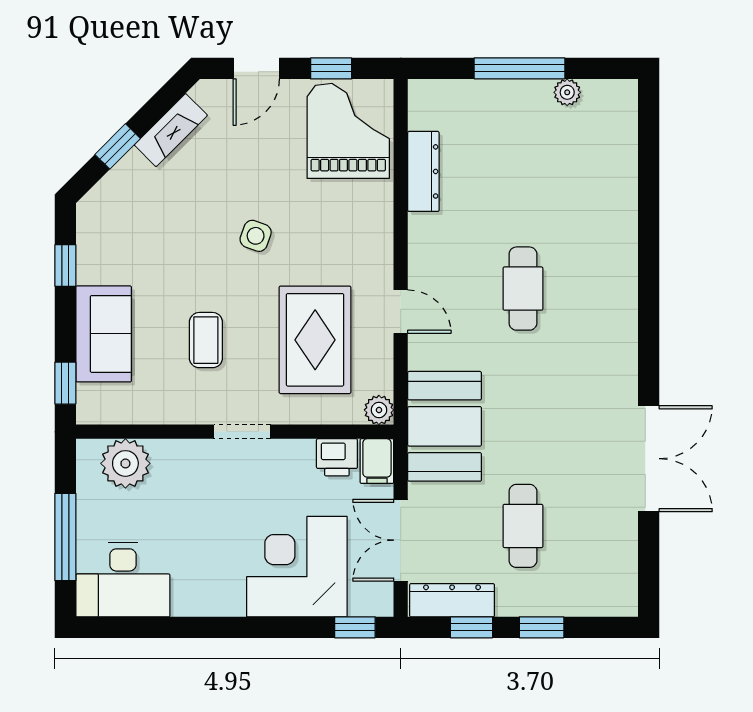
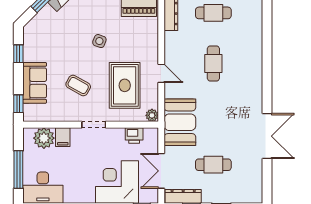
cafe table: (523, 170) -> (213, 13), added
coffee table: (206, 340) -> (78, 85), turned -61
filing cabinet: (377, 461) -> (63, 137), moved
cafe table: (523, 526) -> (213, 165), turned 90

